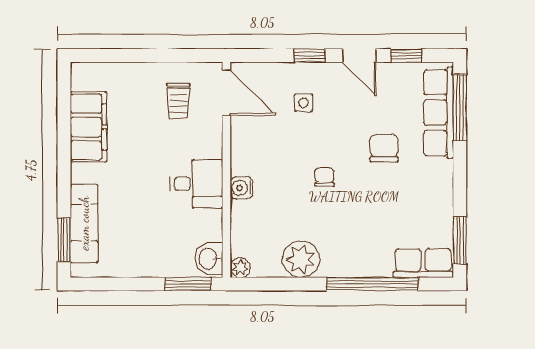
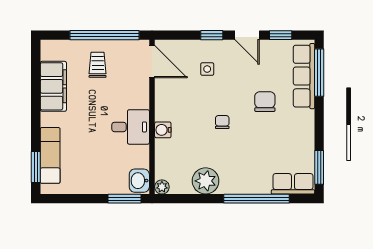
window: (160, 56) -> (104, 35), added
trolley: (178, 101) -> (98, 65), moved, turned 180

